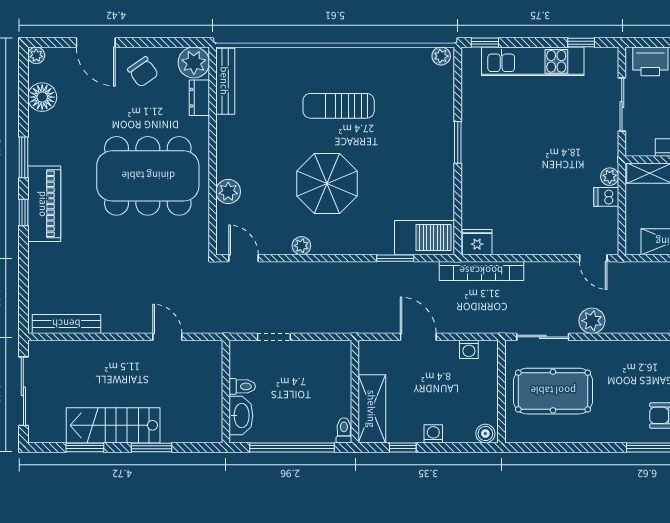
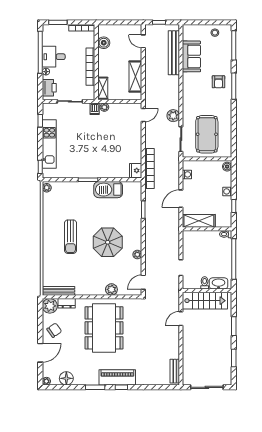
dishwasher: (606, 197) -> (95, 109), moved
barbecue: (425, 238) -> (108, 190), moved, turned -90
bench: (66, 324) -> (175, 371), width x0.73
shelving: (372, 409) -> (199, 221), moved
stairs: (113, 425) -> (205, 301), moved, turned -90

